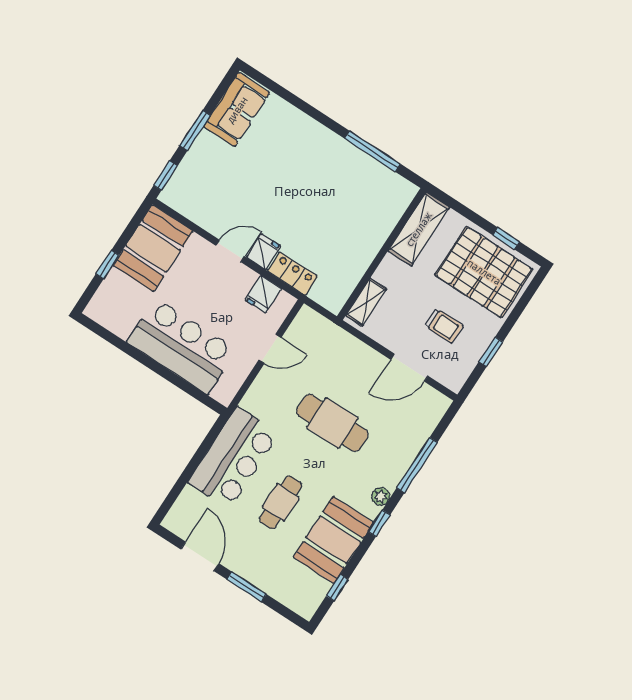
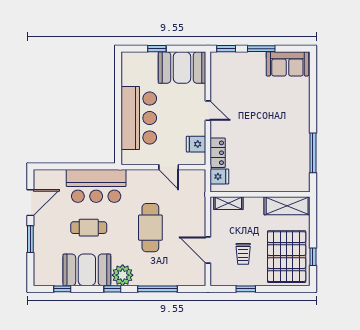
fridge: (263, 252) -> (219, 176), moved
plant: (381, 496) -> (123, 275), width x1.88, depth x1.88

